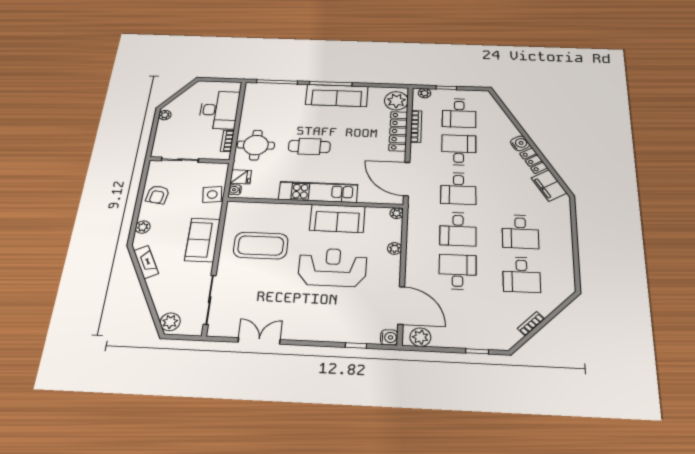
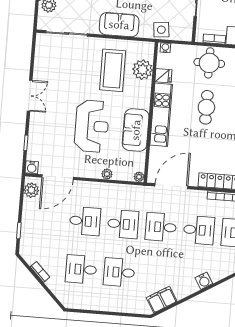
locker: (534, 161) -> (186, 290), removed
fridge: (241, 177) -> (163, 76), moved, turned -90
plant: (261, 213) -> (143, 70), added
desk: (458, 229) -> (123, 224), turned 180
double door: (259, 341) -> (30, 96), moved

